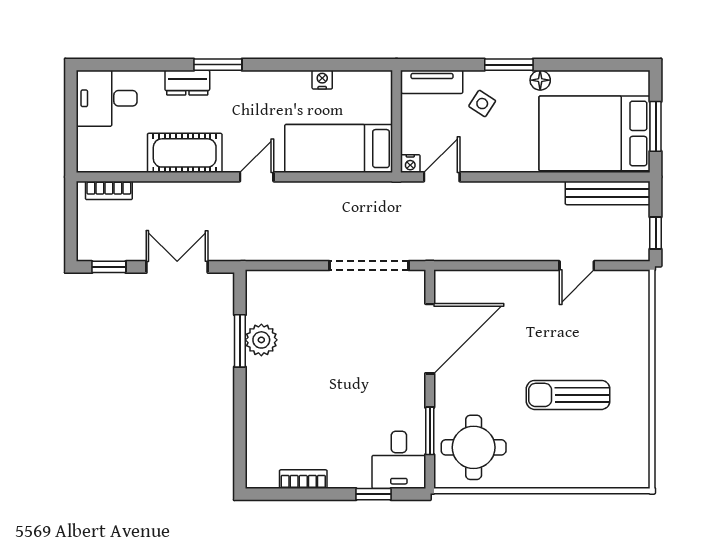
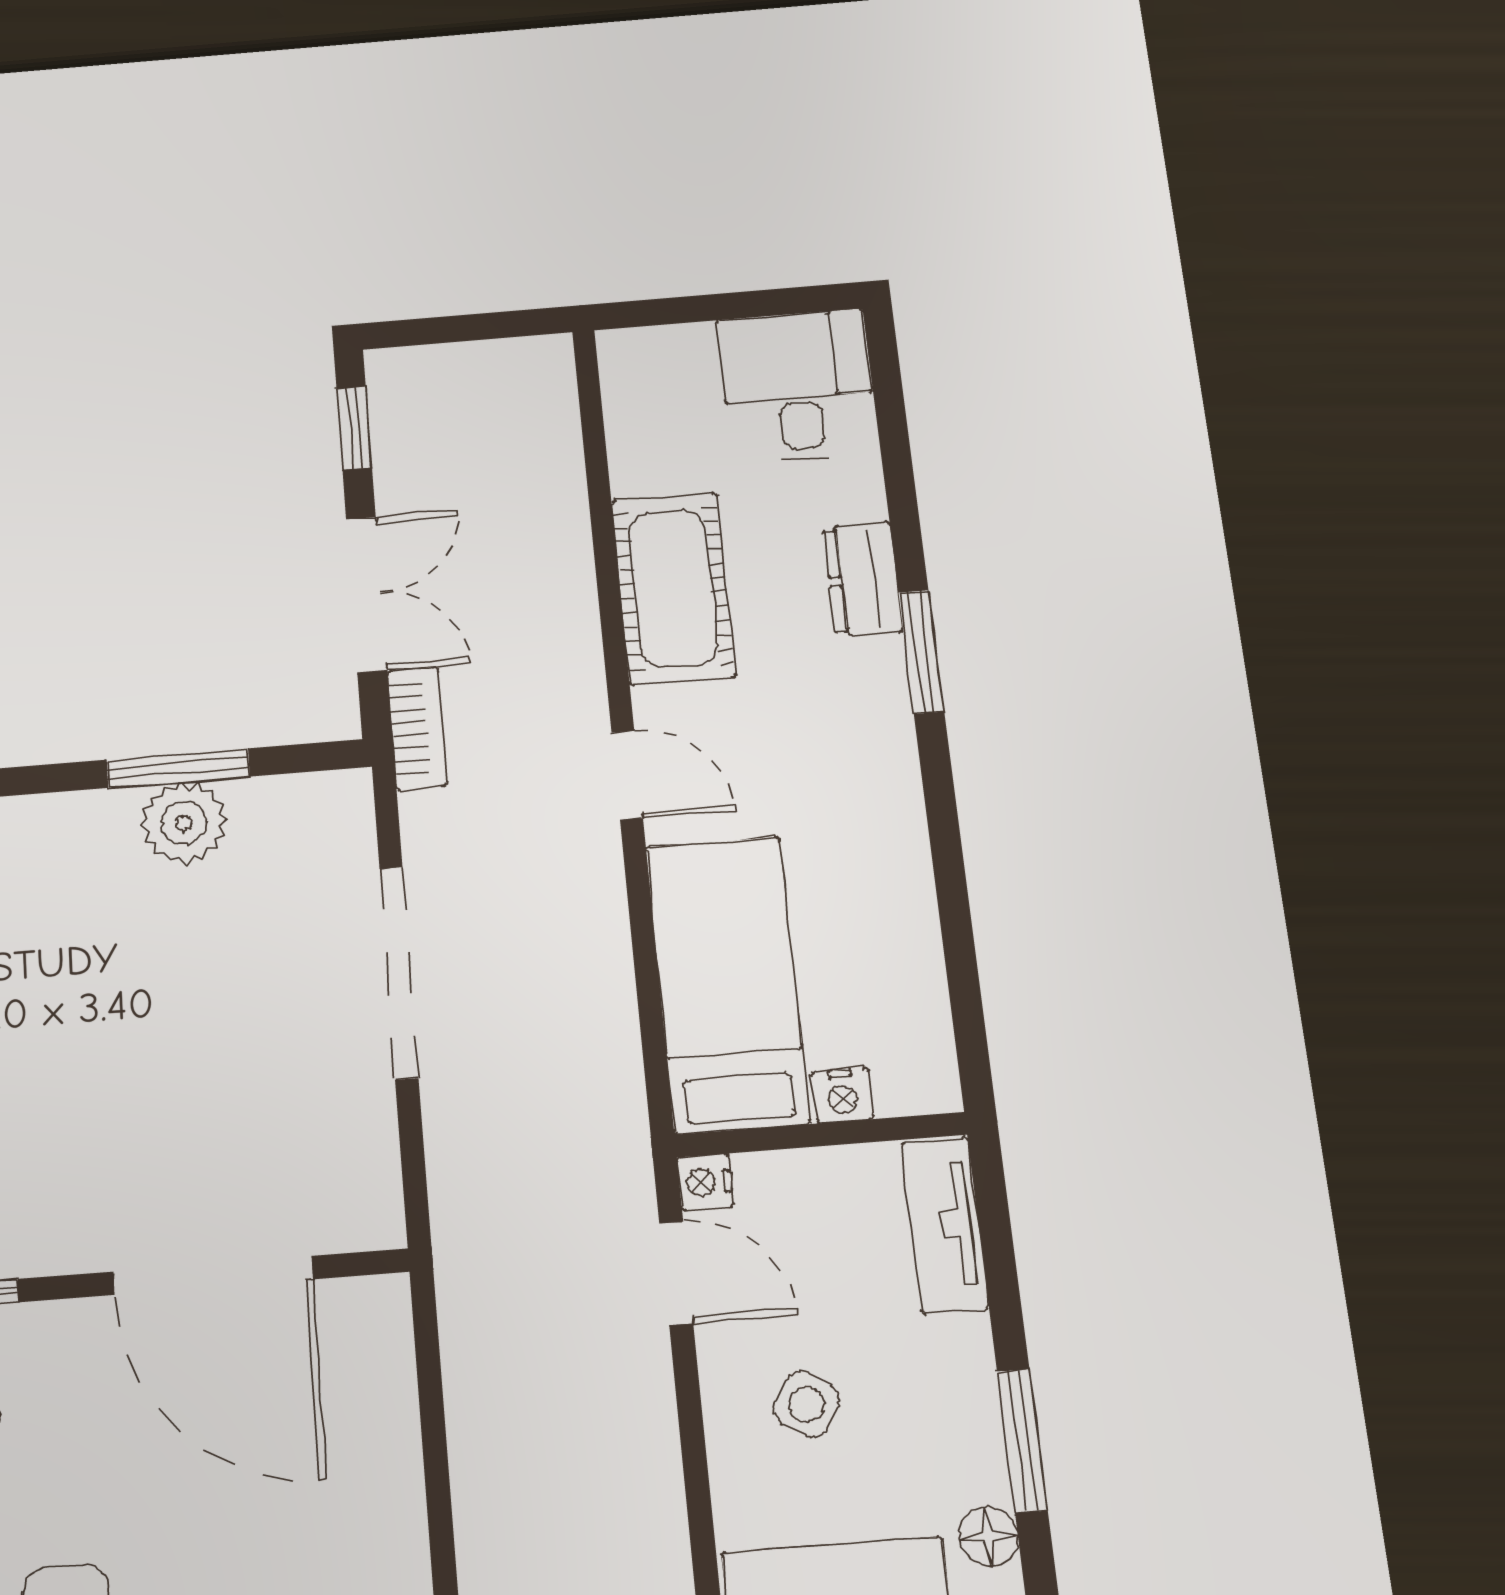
nightstand: (322, 80) -> (842, 1095), moved, turned 90
side table: (482, 104) -> (807, 1404), moved
bookcase: (109, 190) -> (417, 728), moved, turned 180
doorway: (369, 266) -> (399, 972), moved

